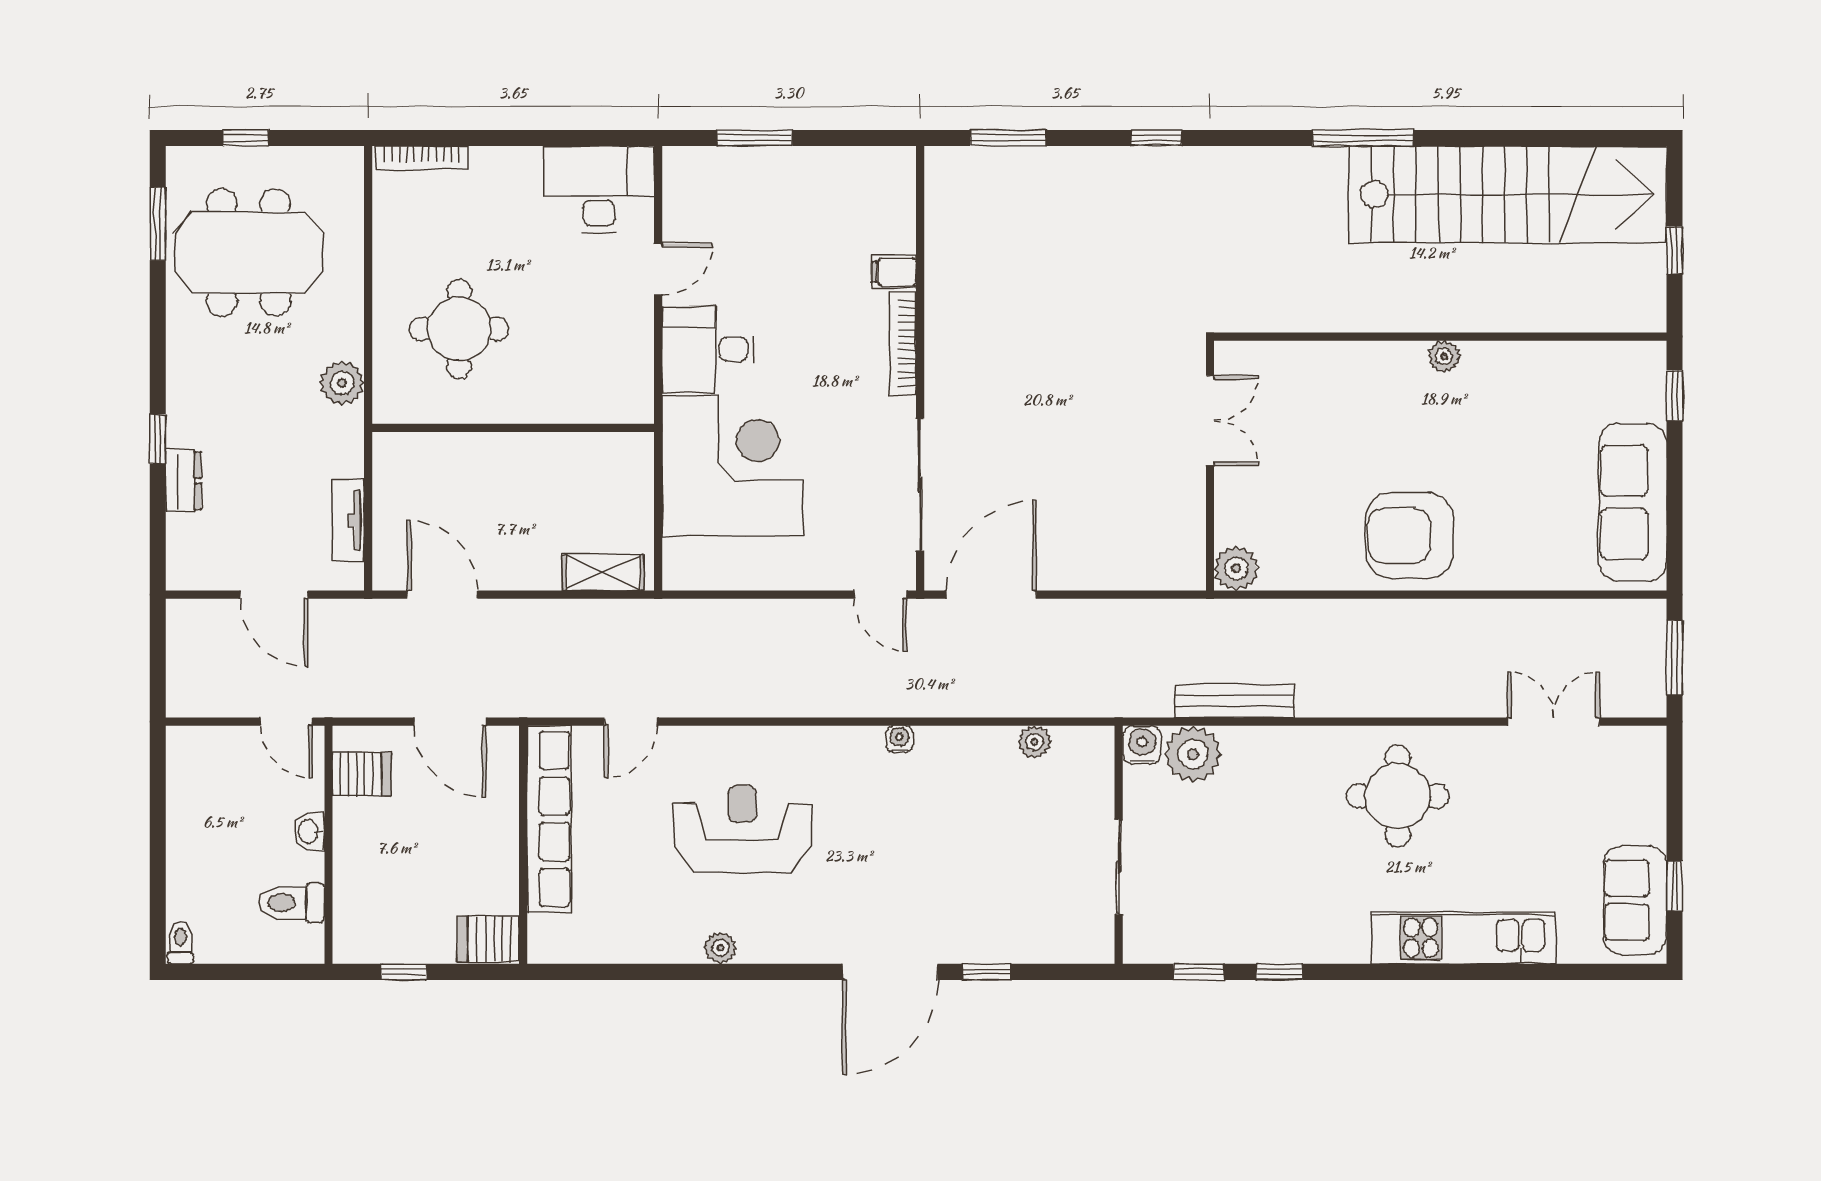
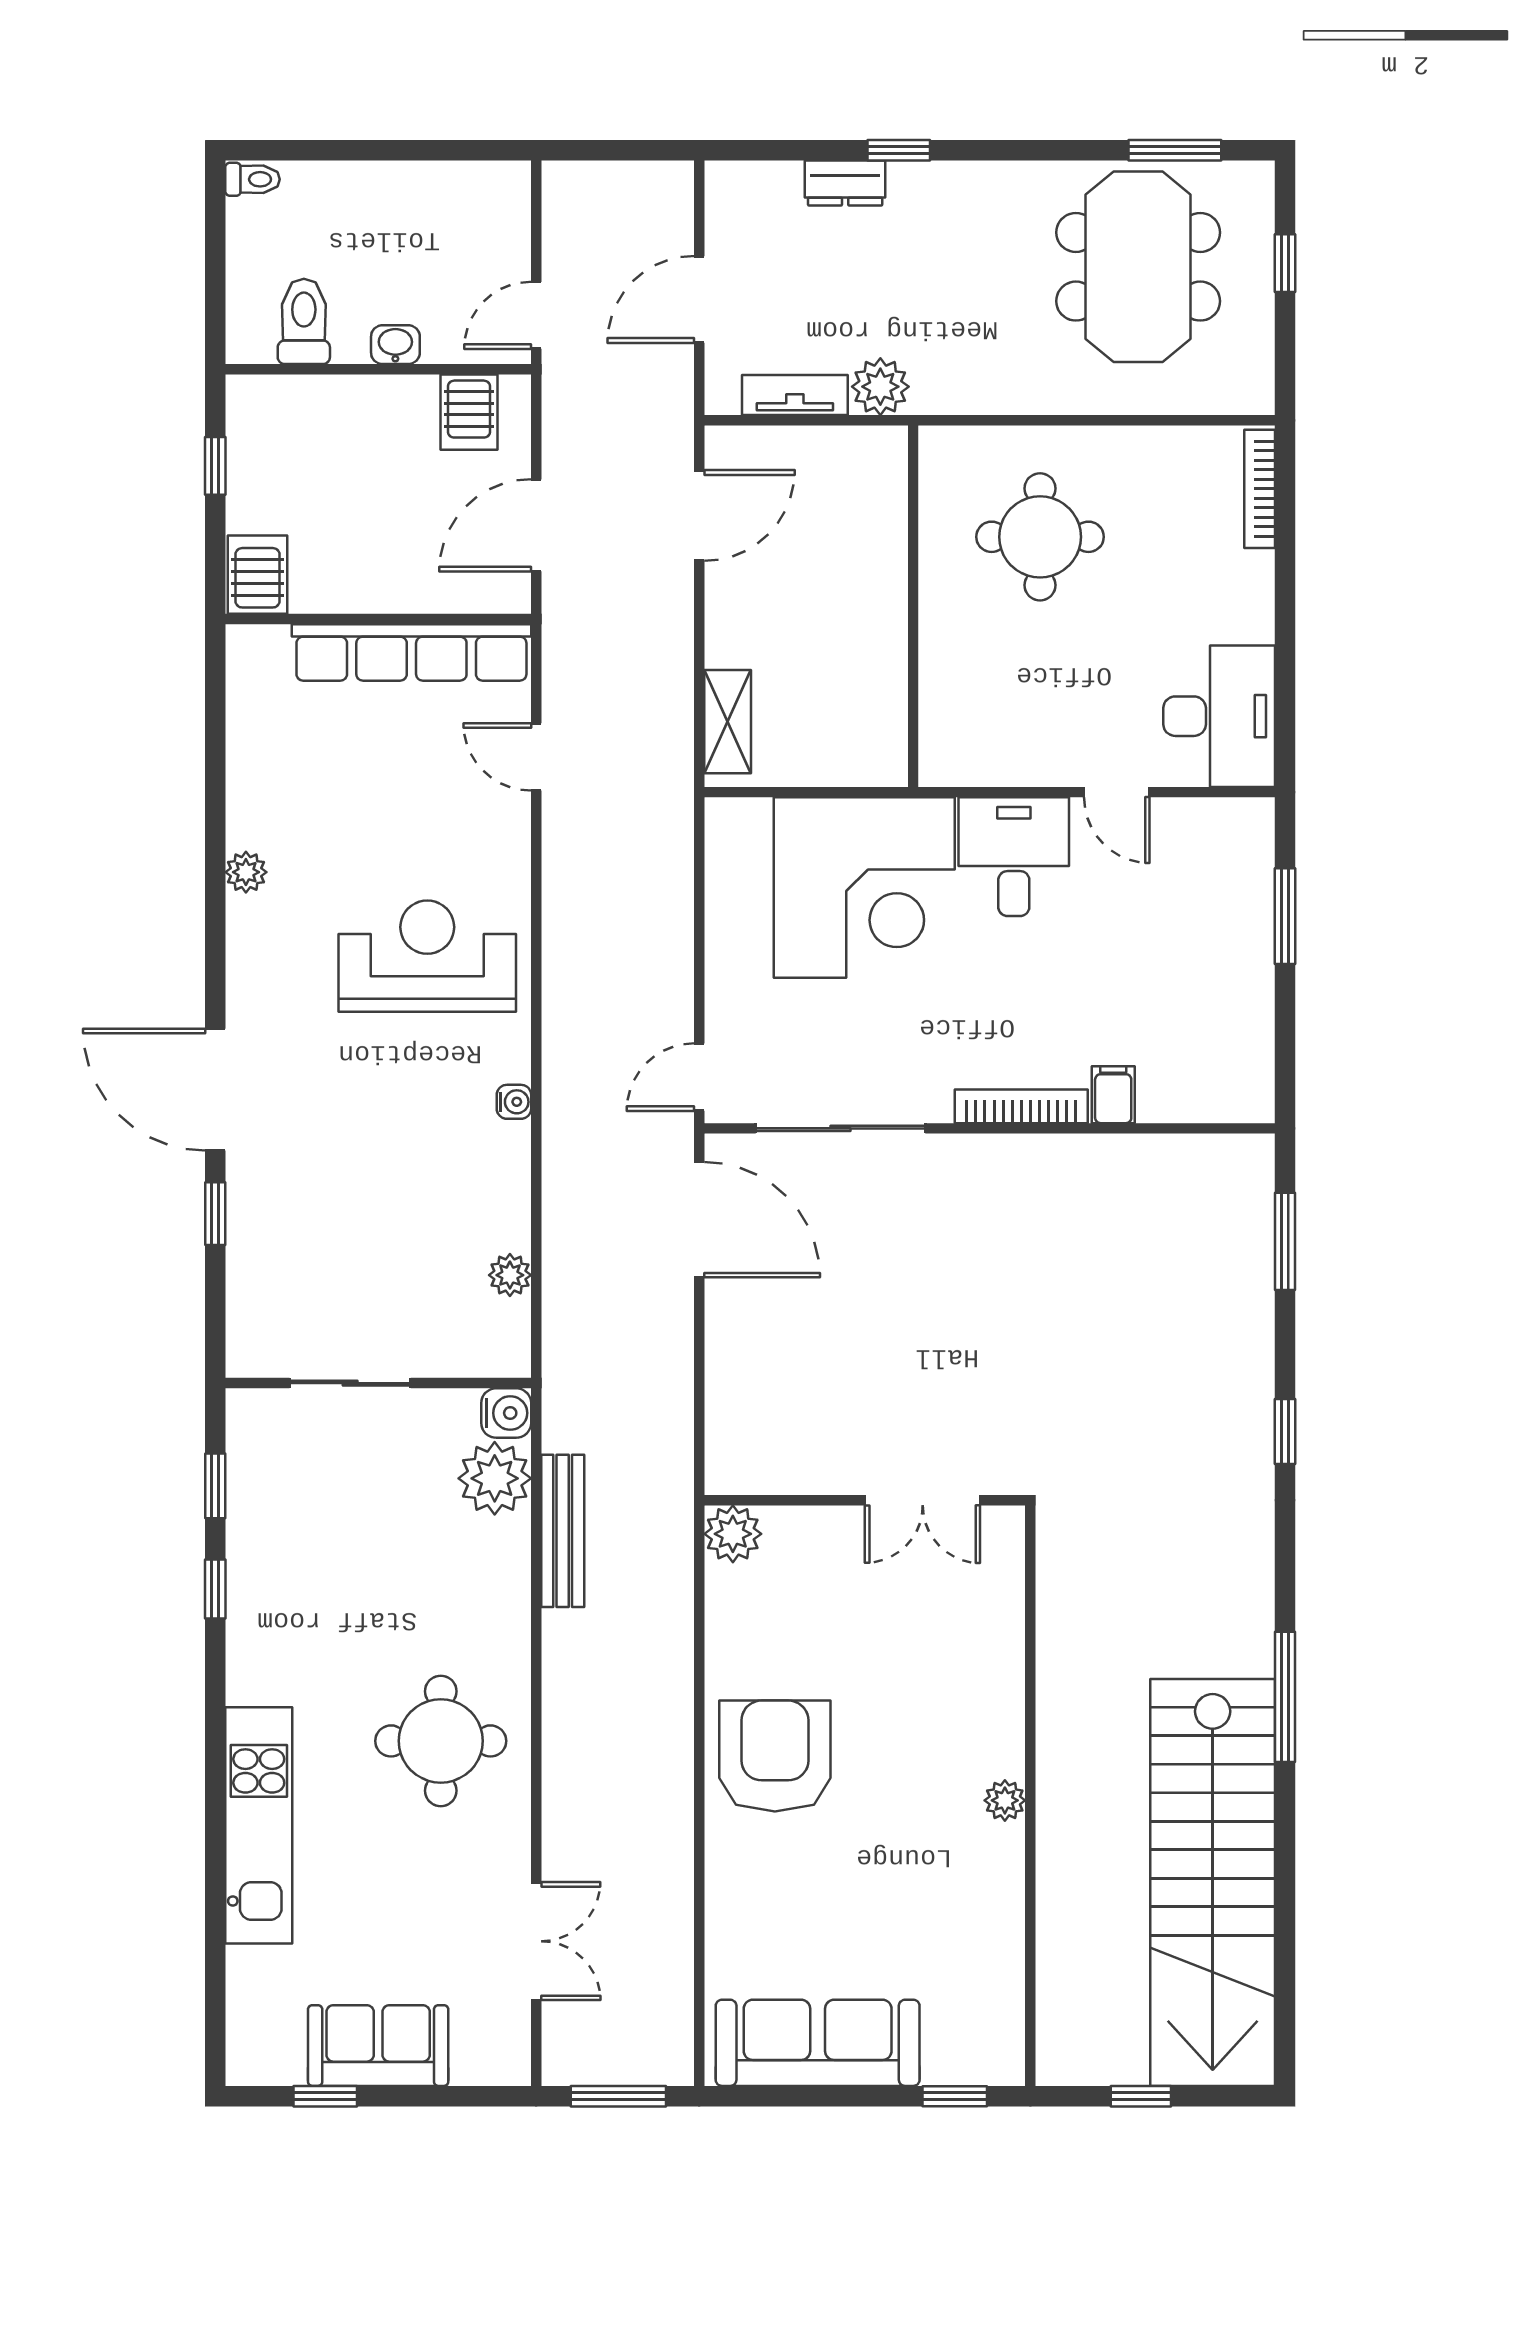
plant: (342, 383) -> (880, 387), moved
reception desk: (742, 829) -> (427, 956), moved, turned -90
sofa: (1635, 900) -> (378, 2046), moved

